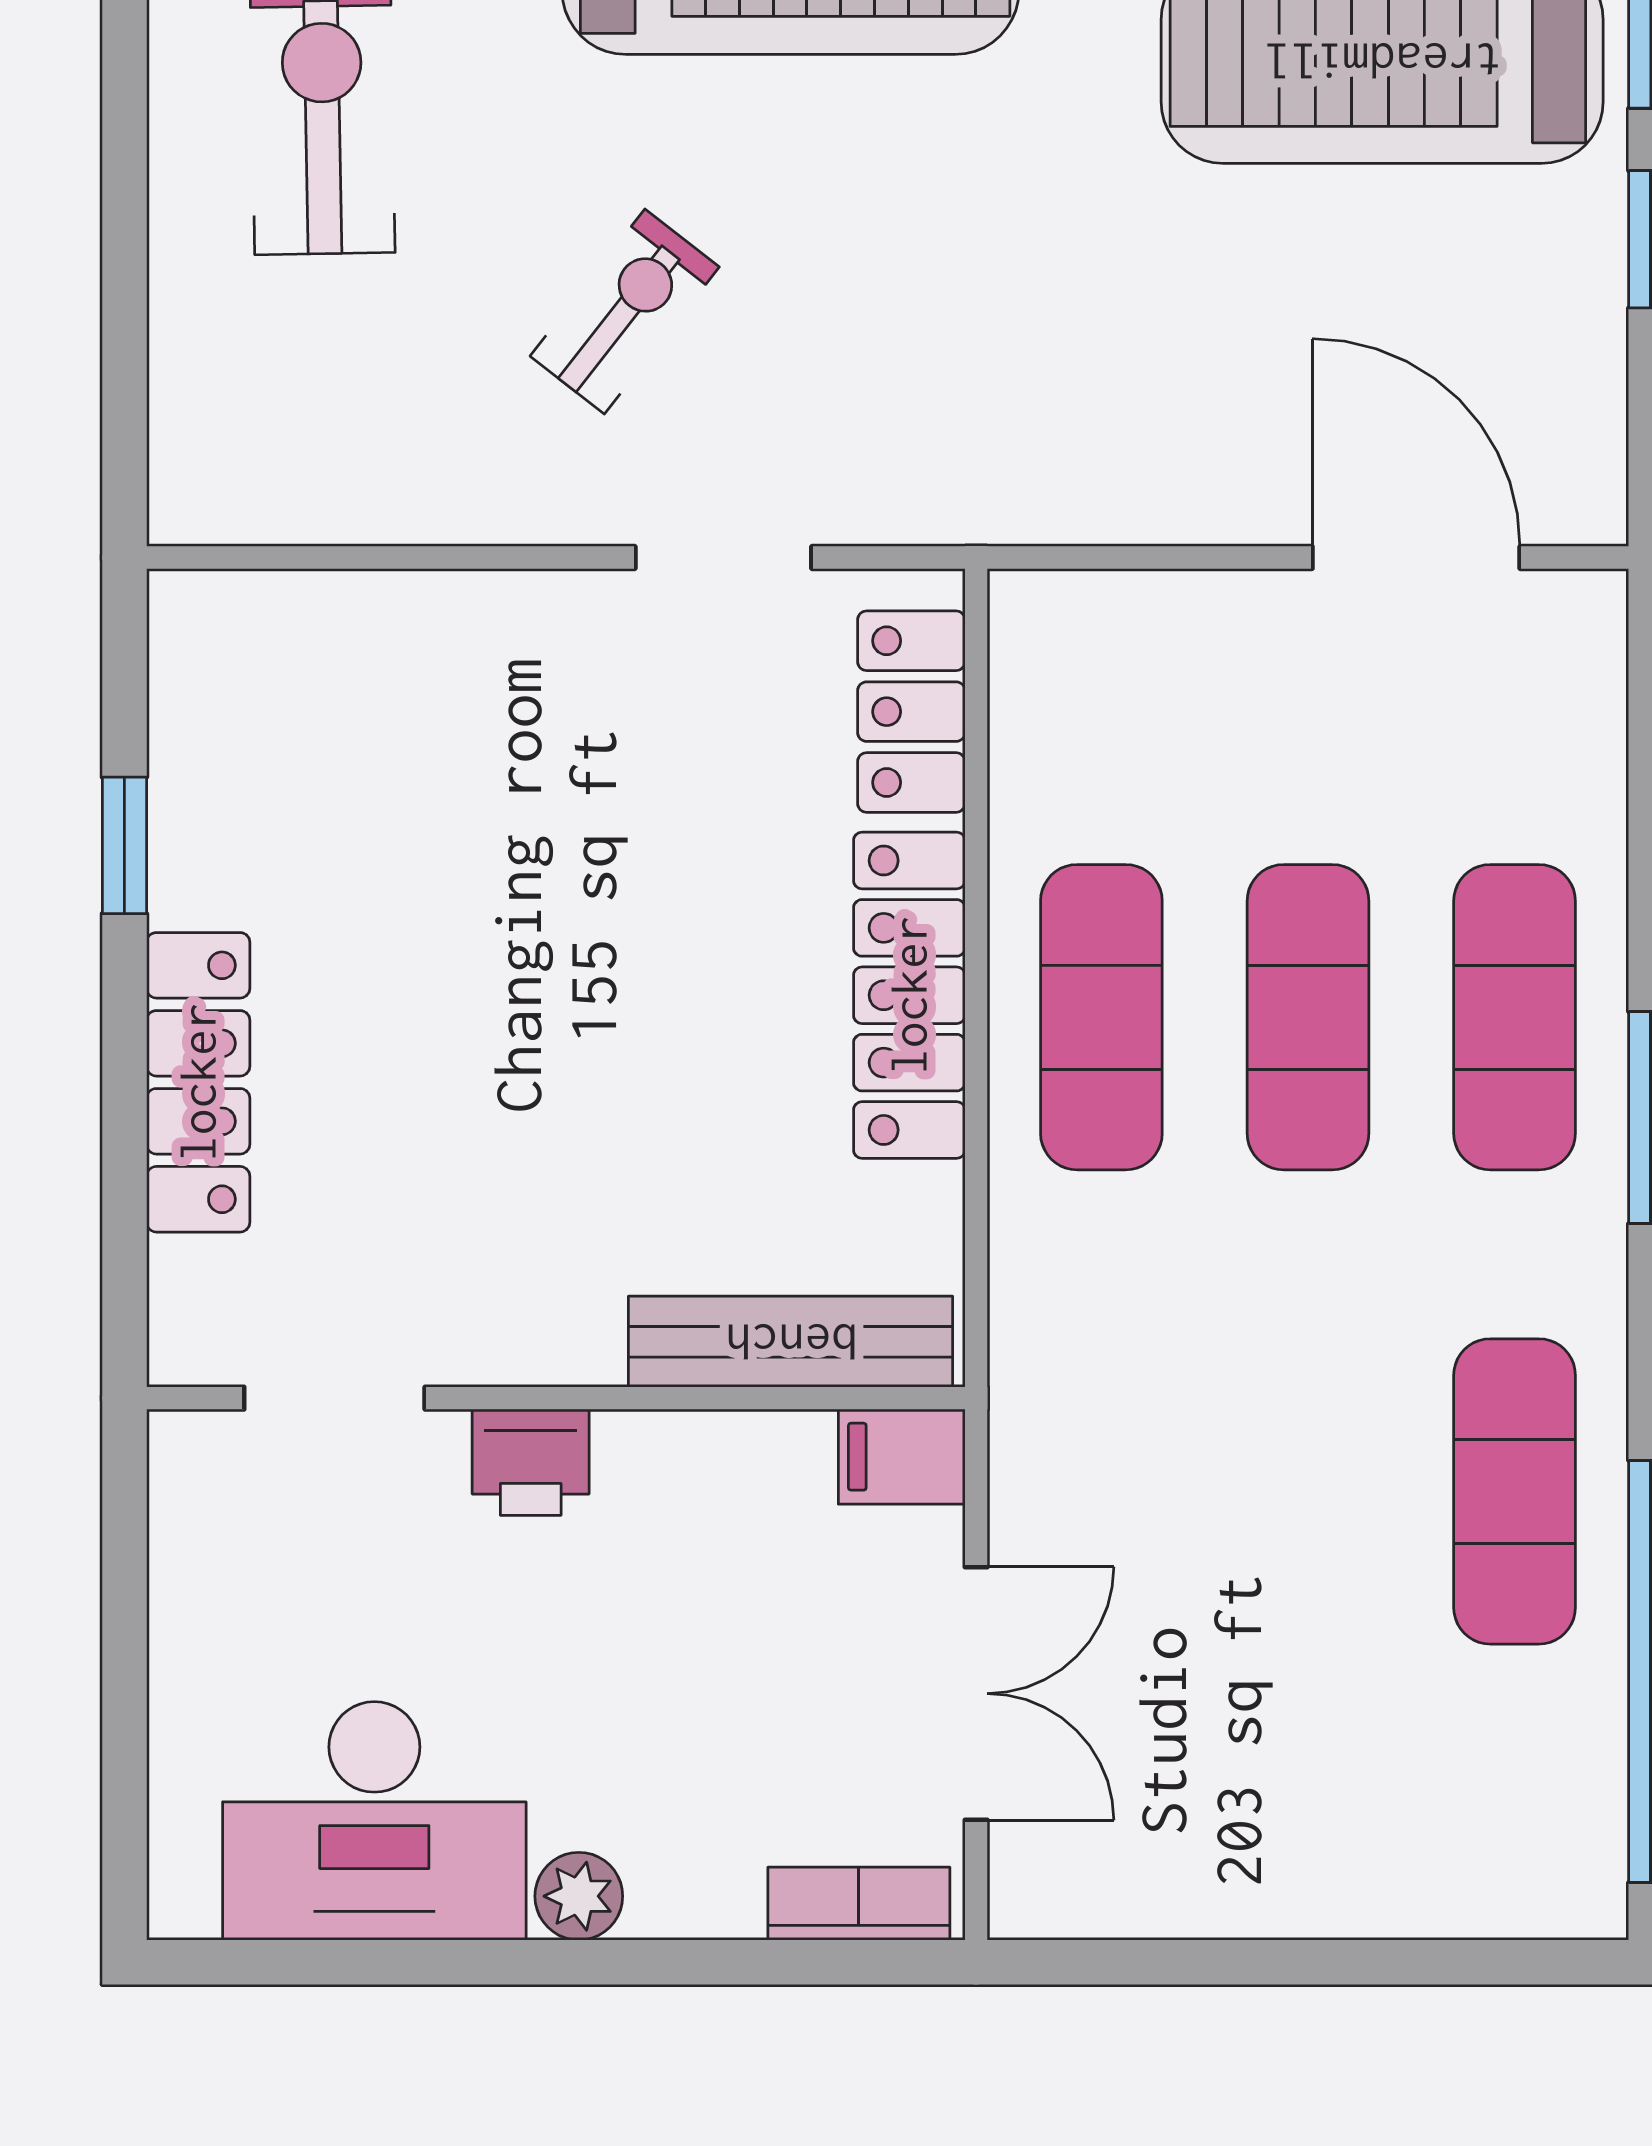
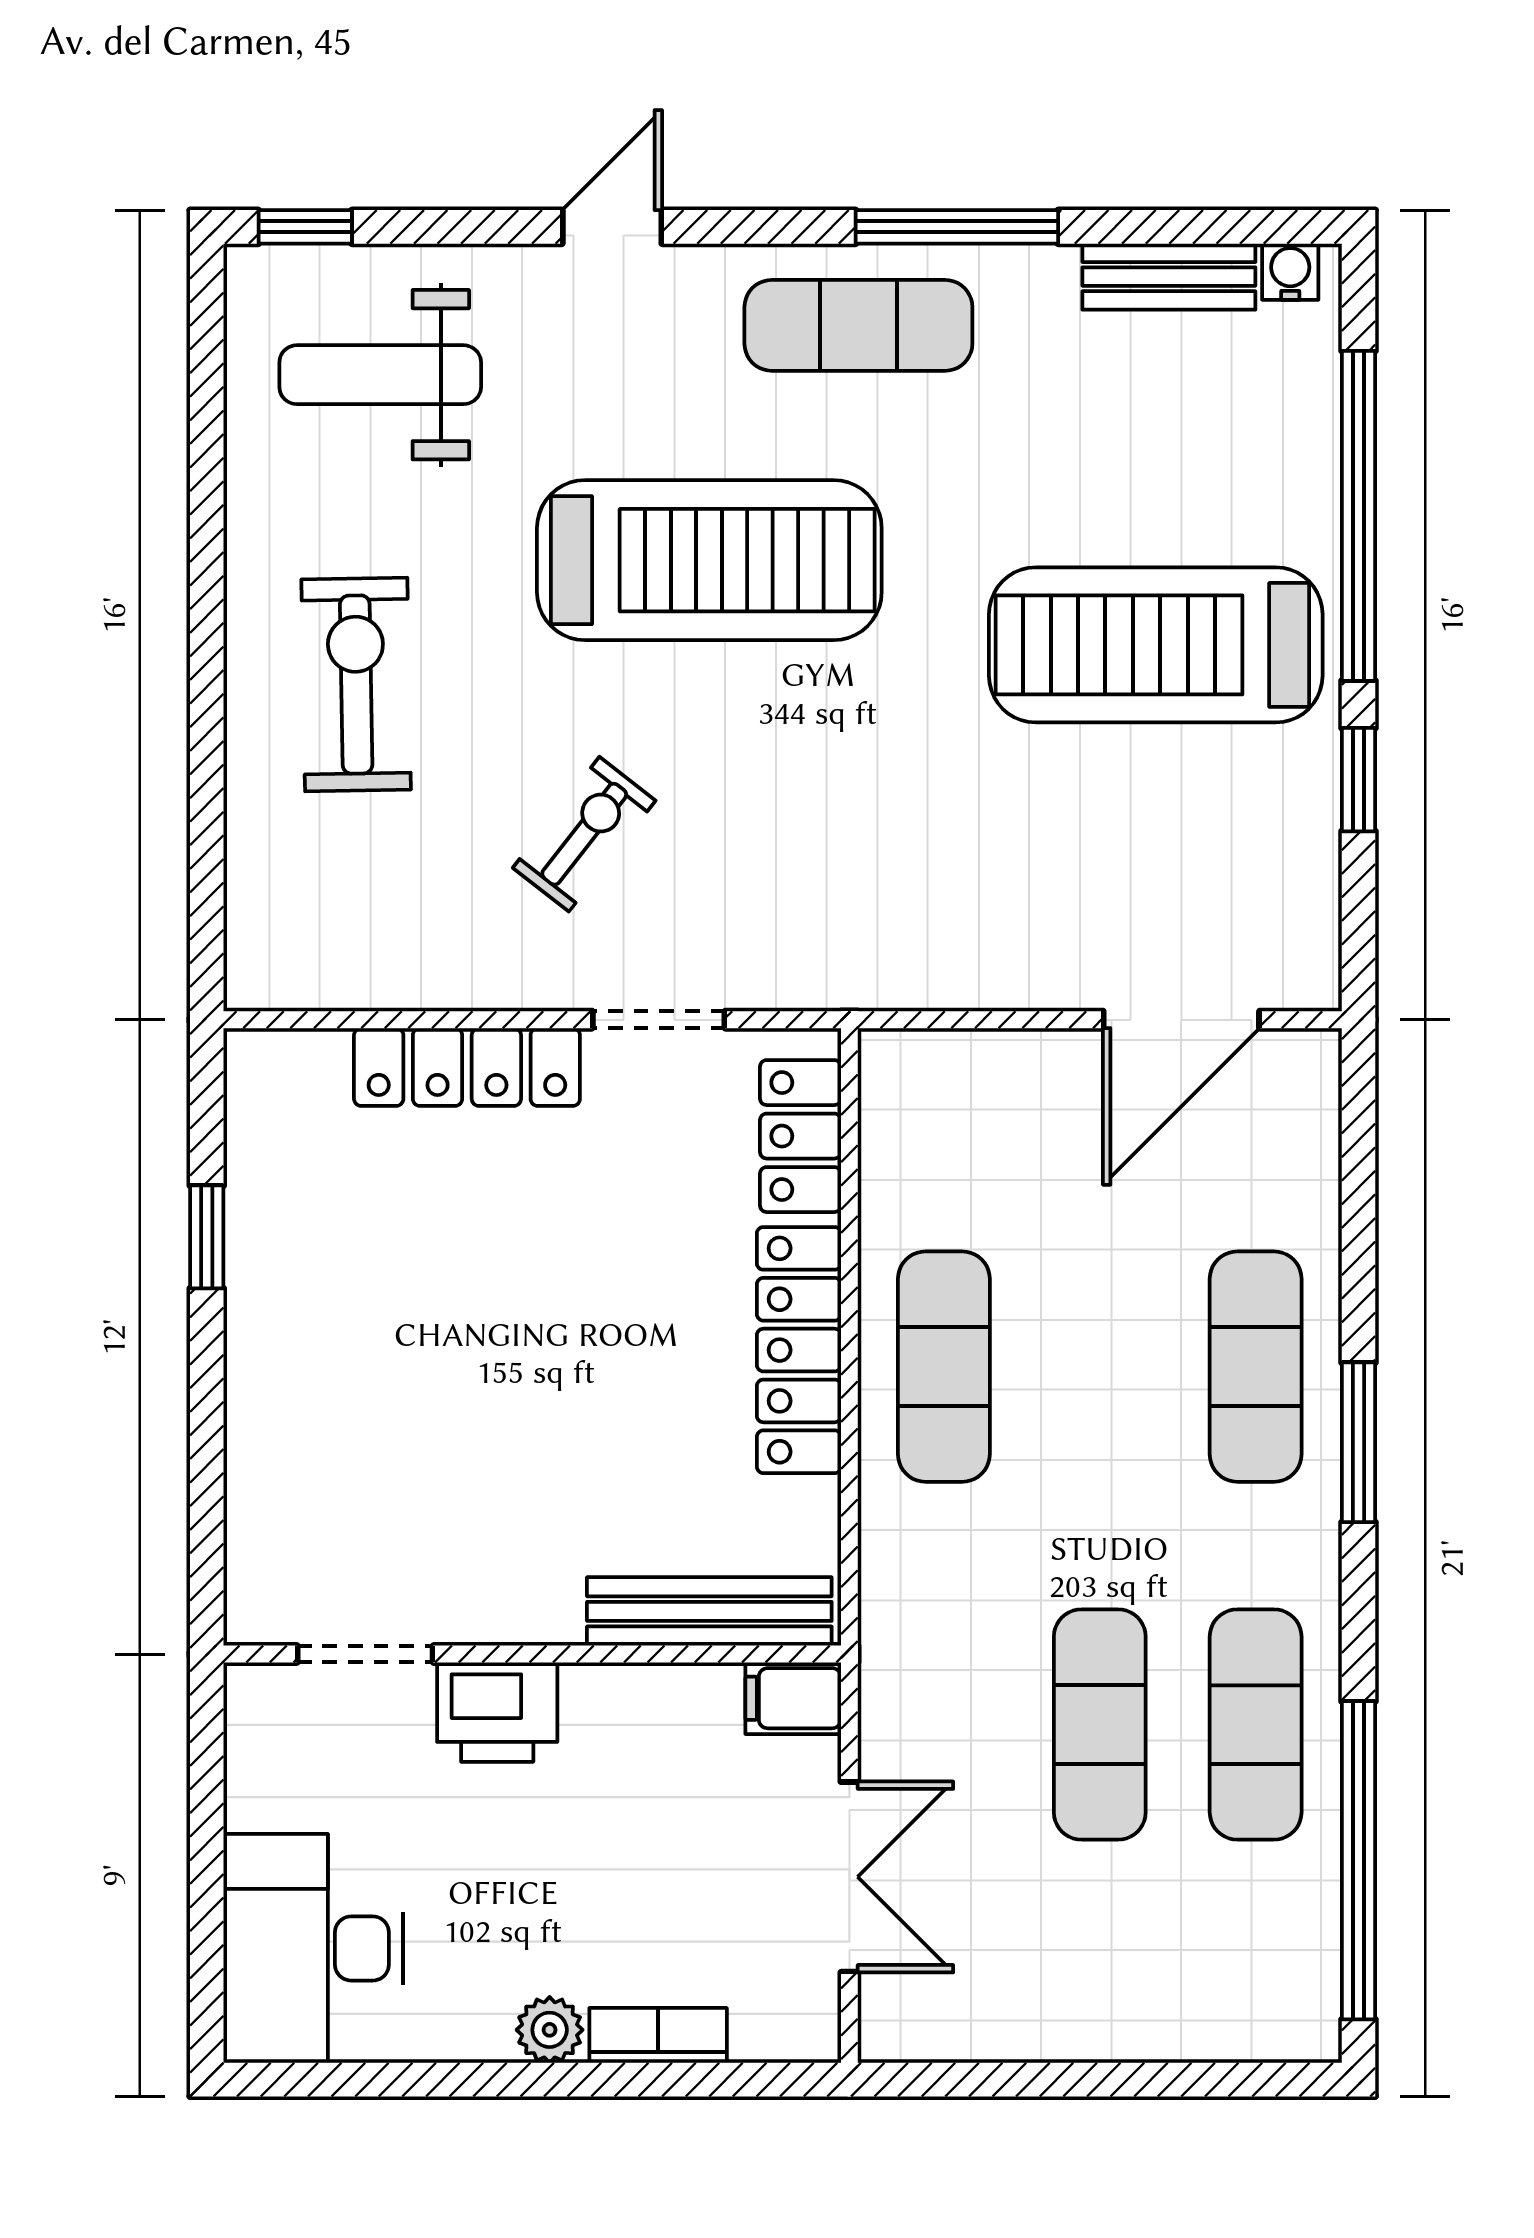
door: (1416, 557) -> (1181, 1020), swing flipped
exercise mat: (1308, 1017) -> (1100, 1724), moved
locker: (198, 1082) -> (467, 1067), moved, turned 90
printer: (531, 1462) -> (497, 1712), width x1.36, depth x1.24
desk: (374, 1821) -> (313, 1948), moved, turned 90
bookcase: (859, 1904) -> (658, 2035), moved

